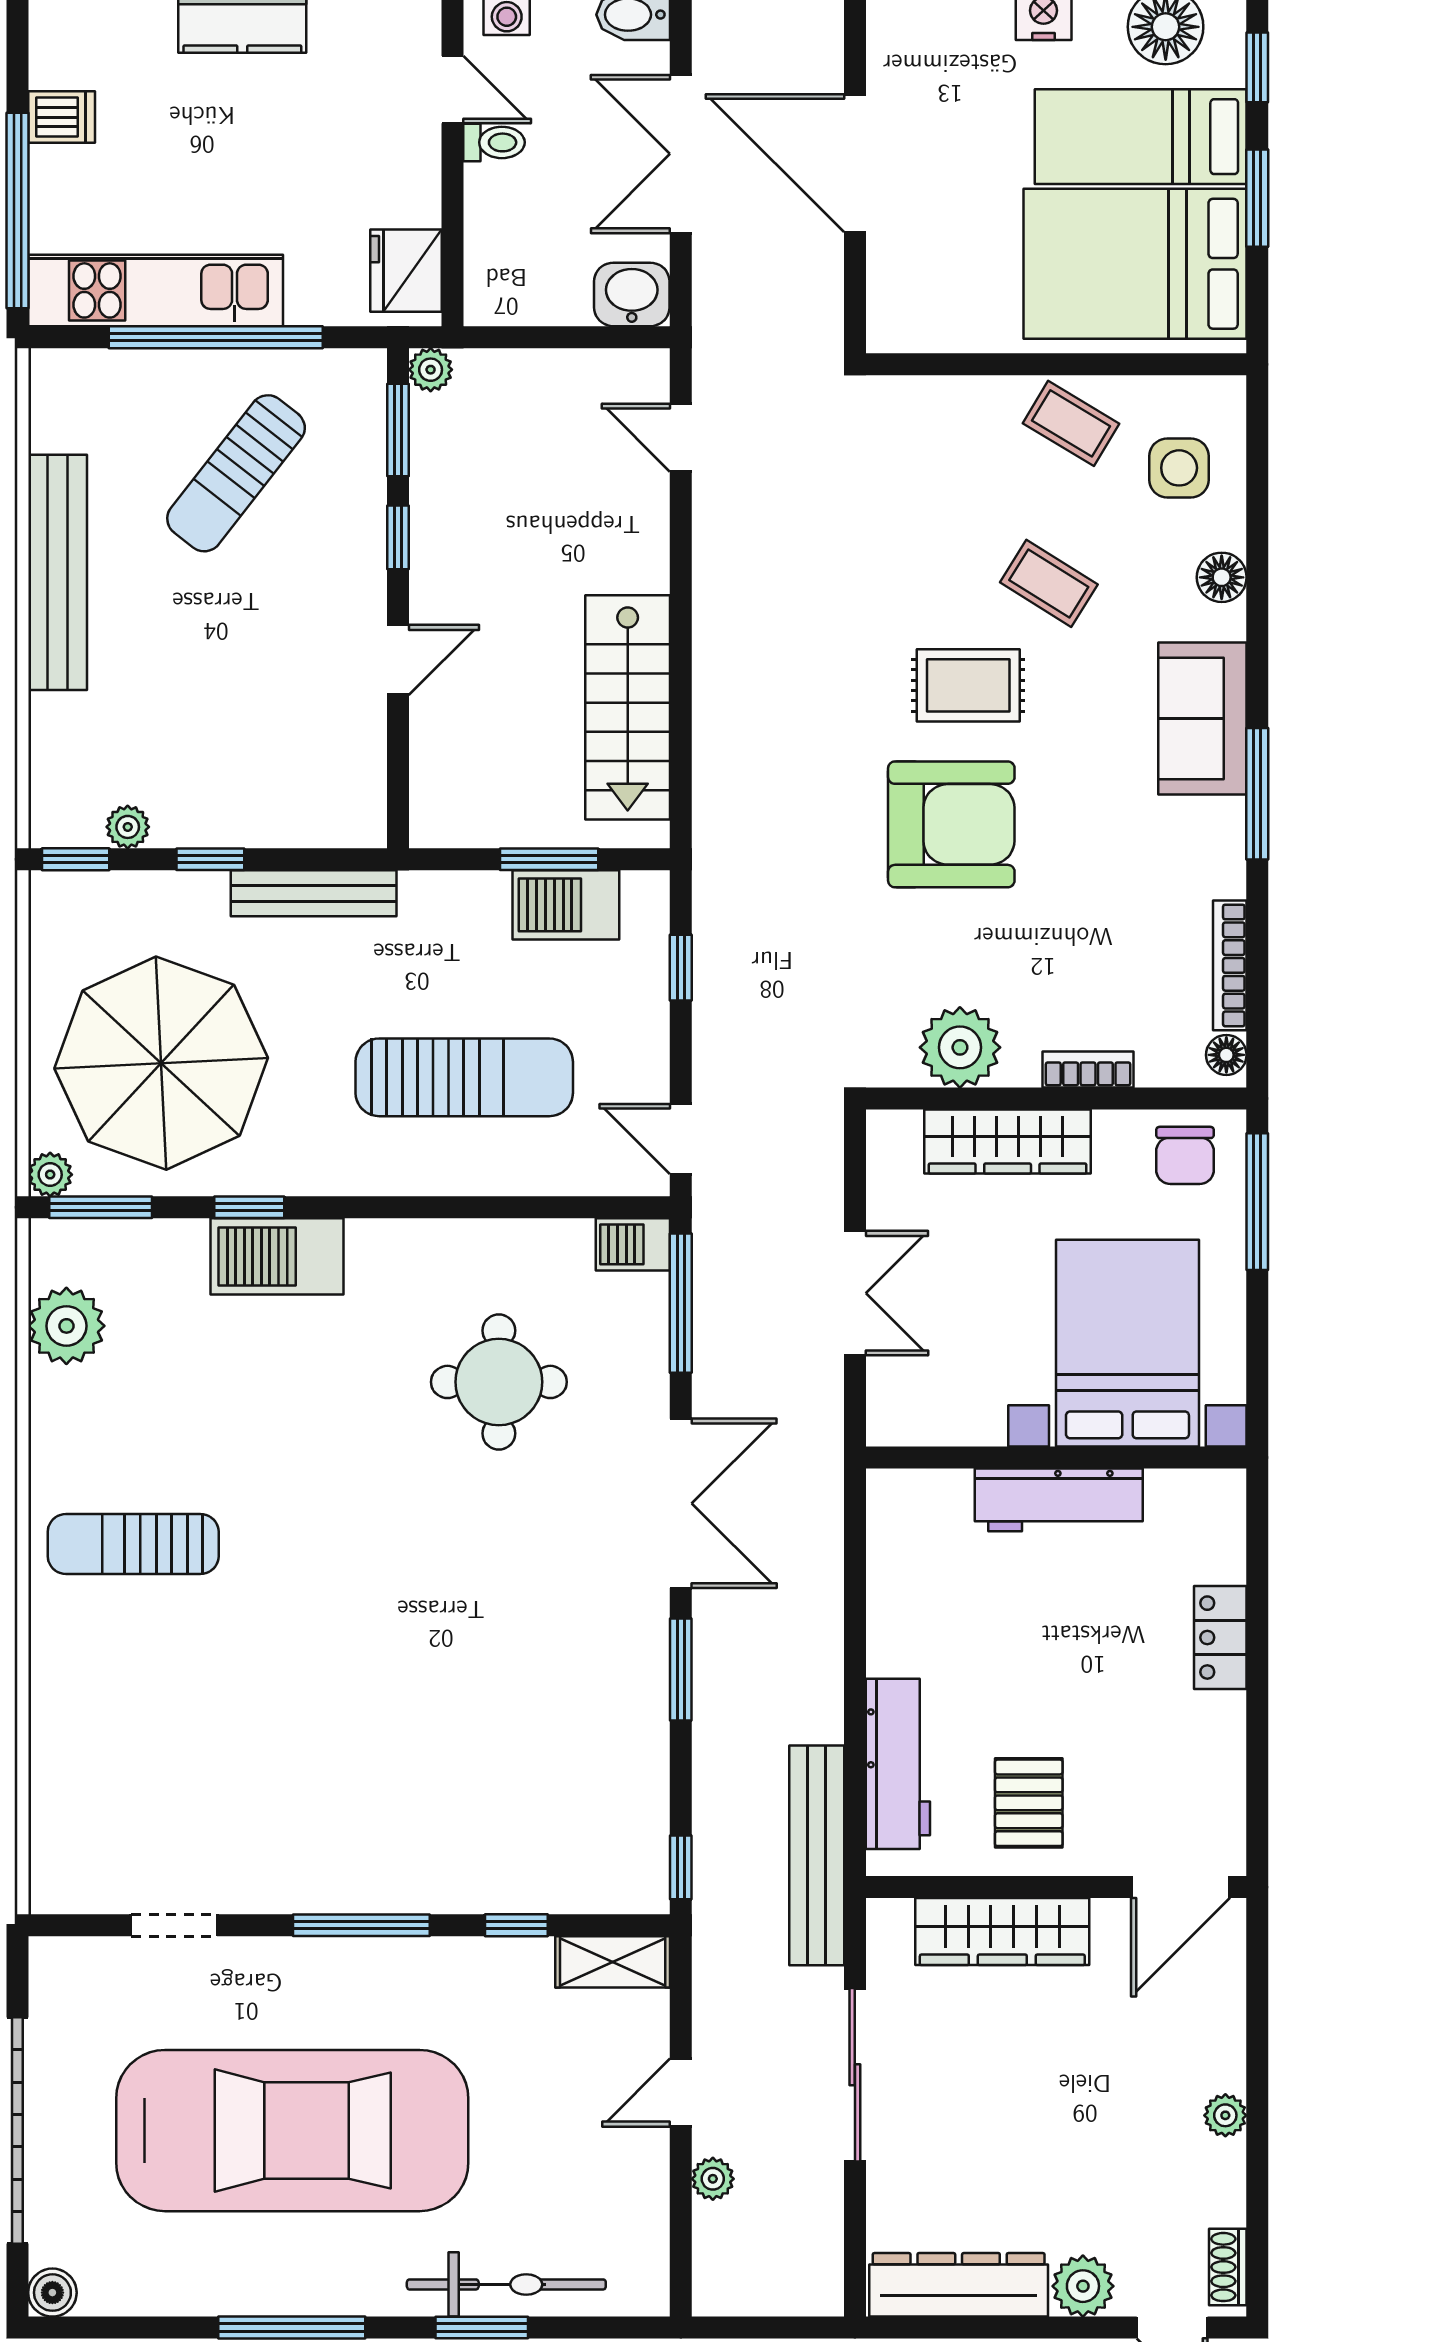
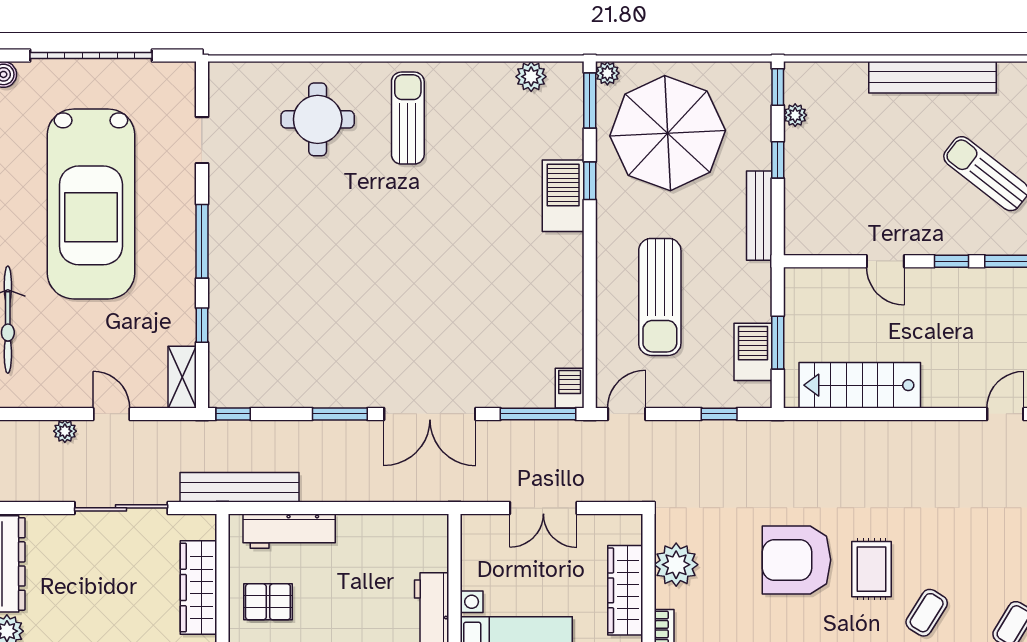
armchair: (951, 824) -> (797, 560), turned 90
plant: (66, 1326) -> (531, 77), width x0.73, depth x0.73
round table: (499, 1382) -> (318, 119), moved

